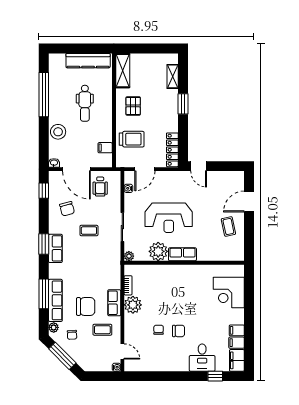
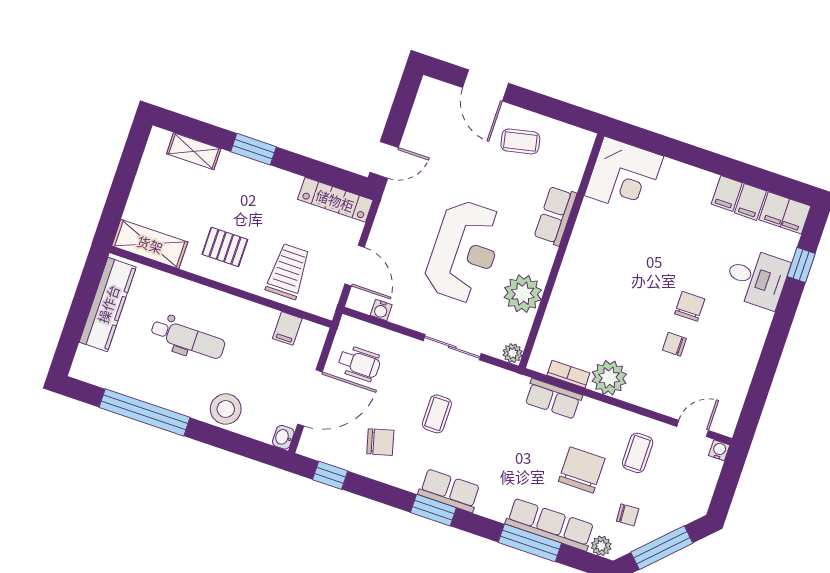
row of seats: (182, 254) -> (555, 216), moved
corner desk: (229, 292) -> (624, 176), moved
row of seats: (114, 303) -> (553, 399), moved

